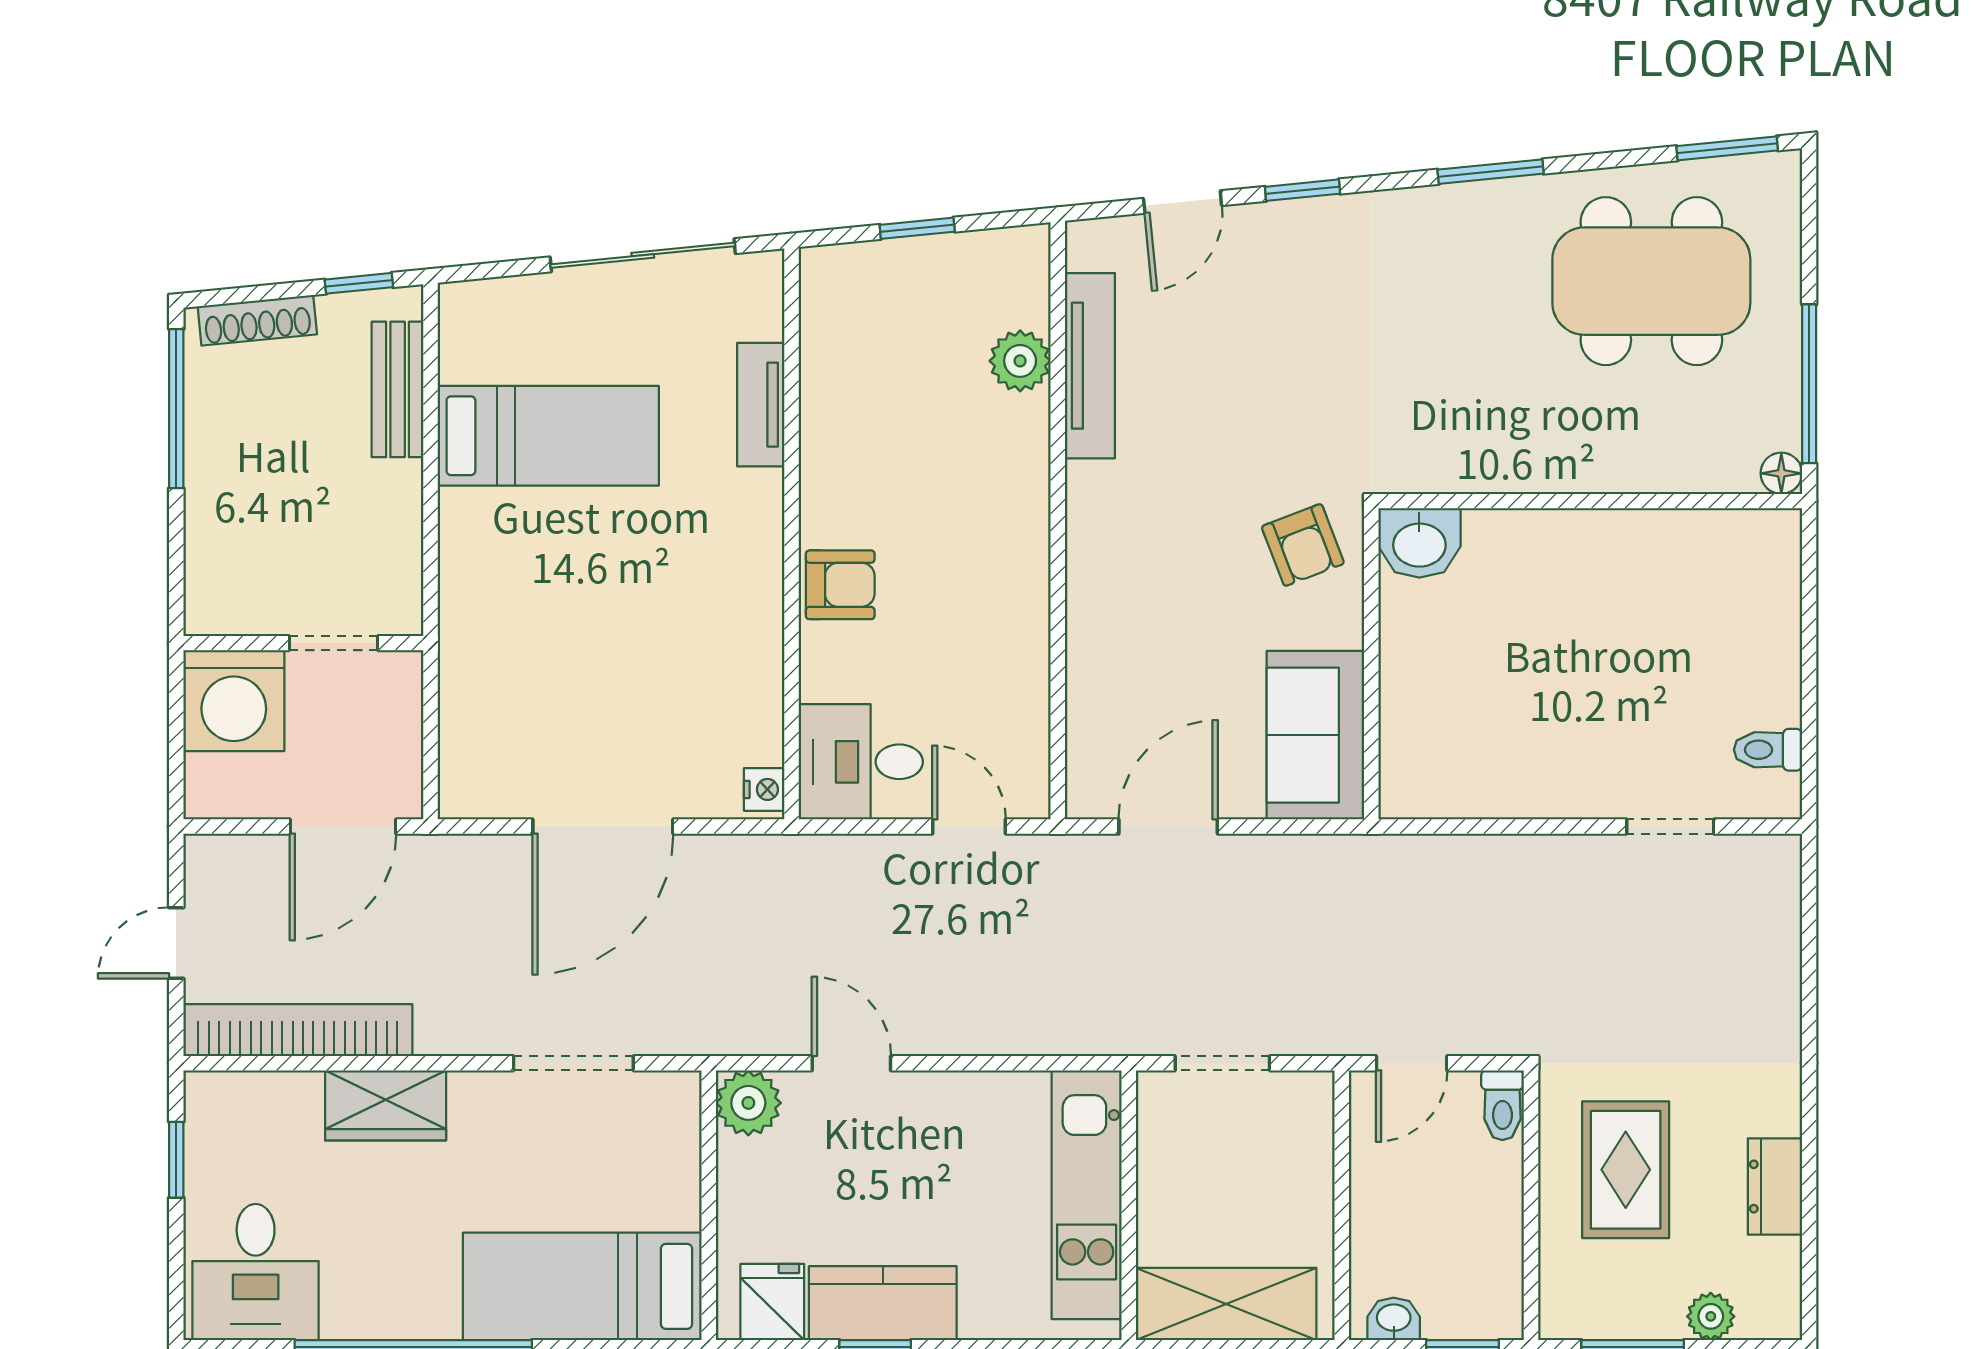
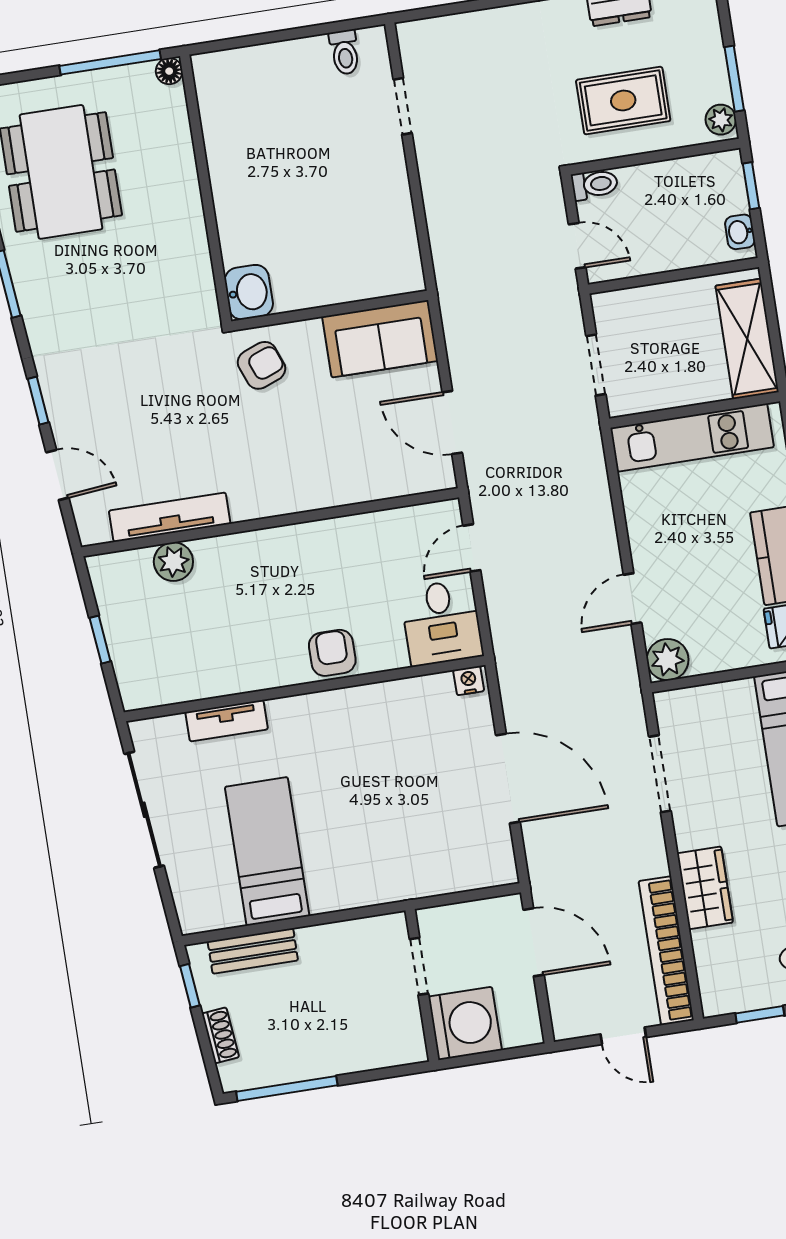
shoe rack: (257, 320) -> (220, 1035), width x0.70
plant: (1711, 1316) -> (721, 120), moved

